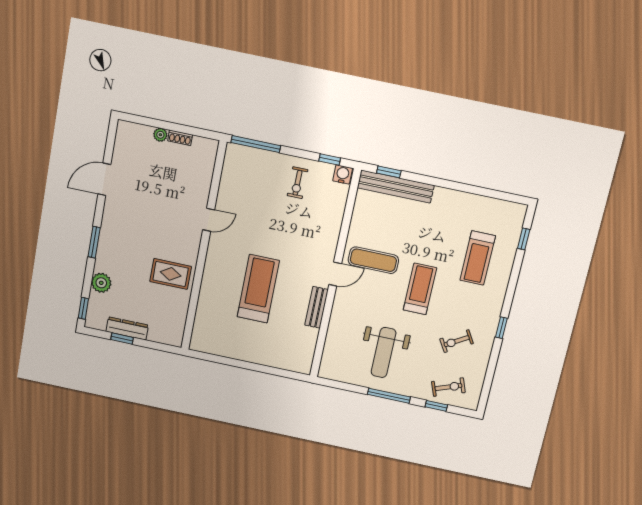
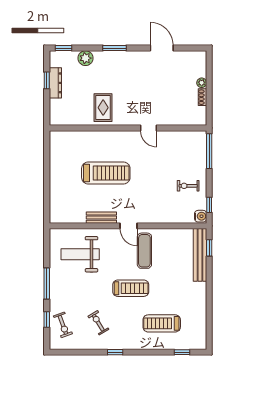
weight bench: (384, 353) -> (80, 254), moved

